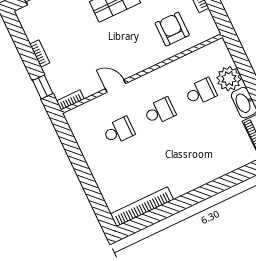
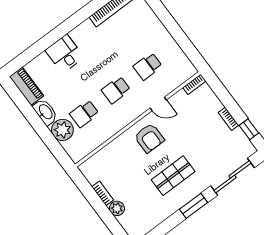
armchair: (172, 29) -> (149, 138), moved
window: (43, 87) -> (249, 129), moved
desk: (209, 164) -> (65, 54), added

